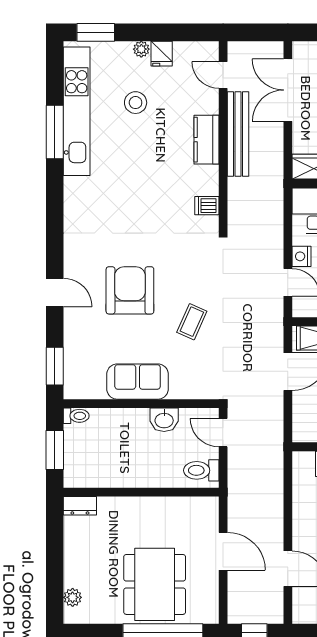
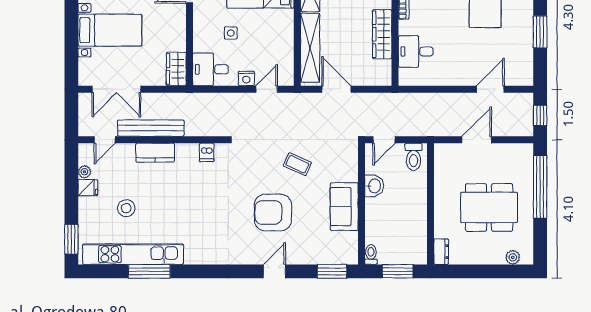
plant: (141, 49) -> (84, 172), moved
dining table: (155, 584) -> (489, 207), moved

